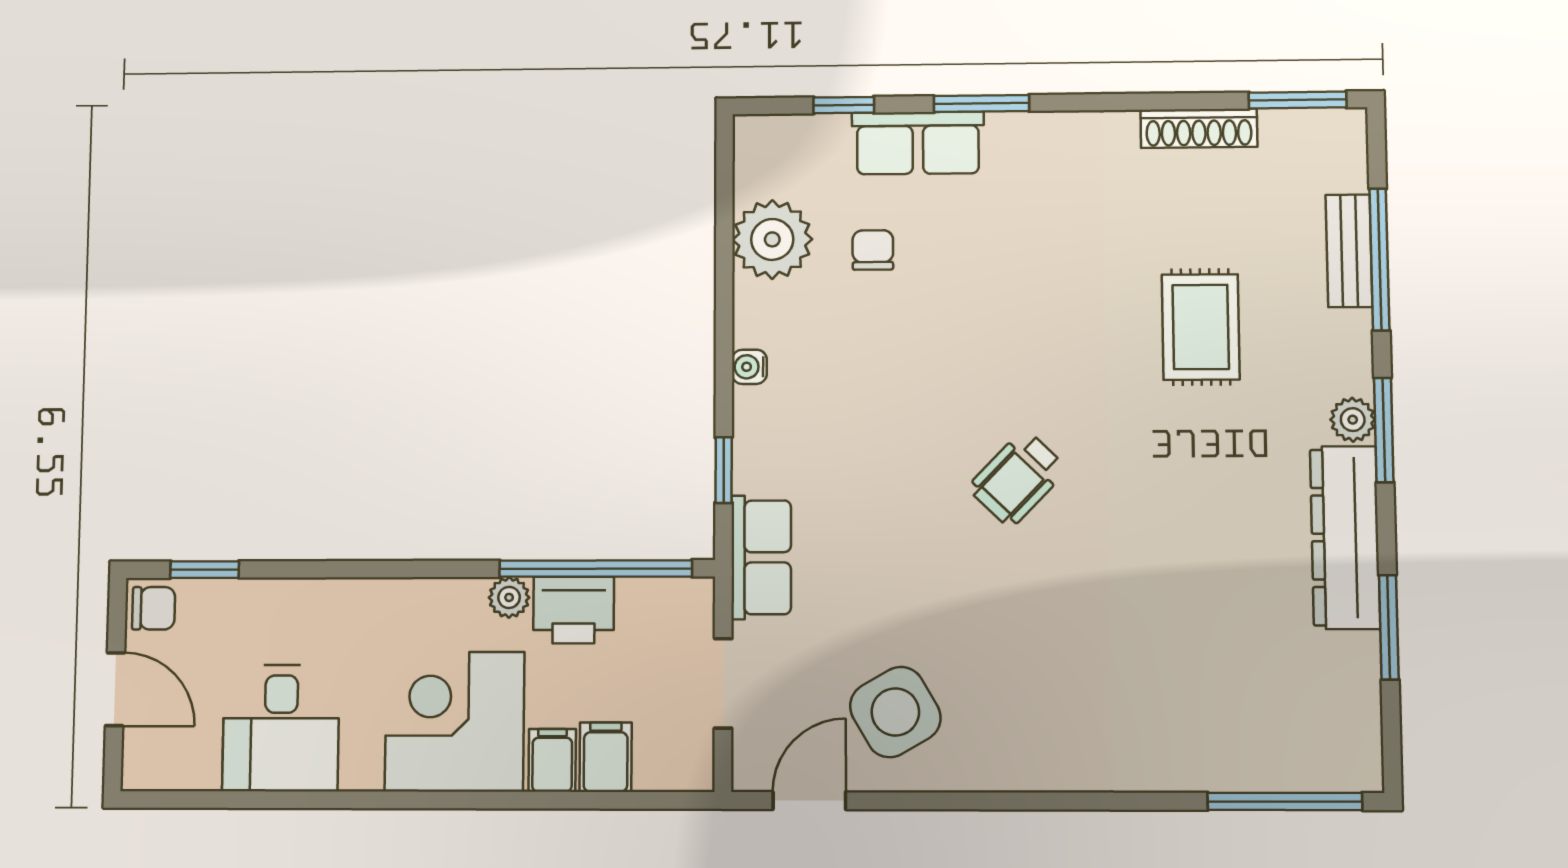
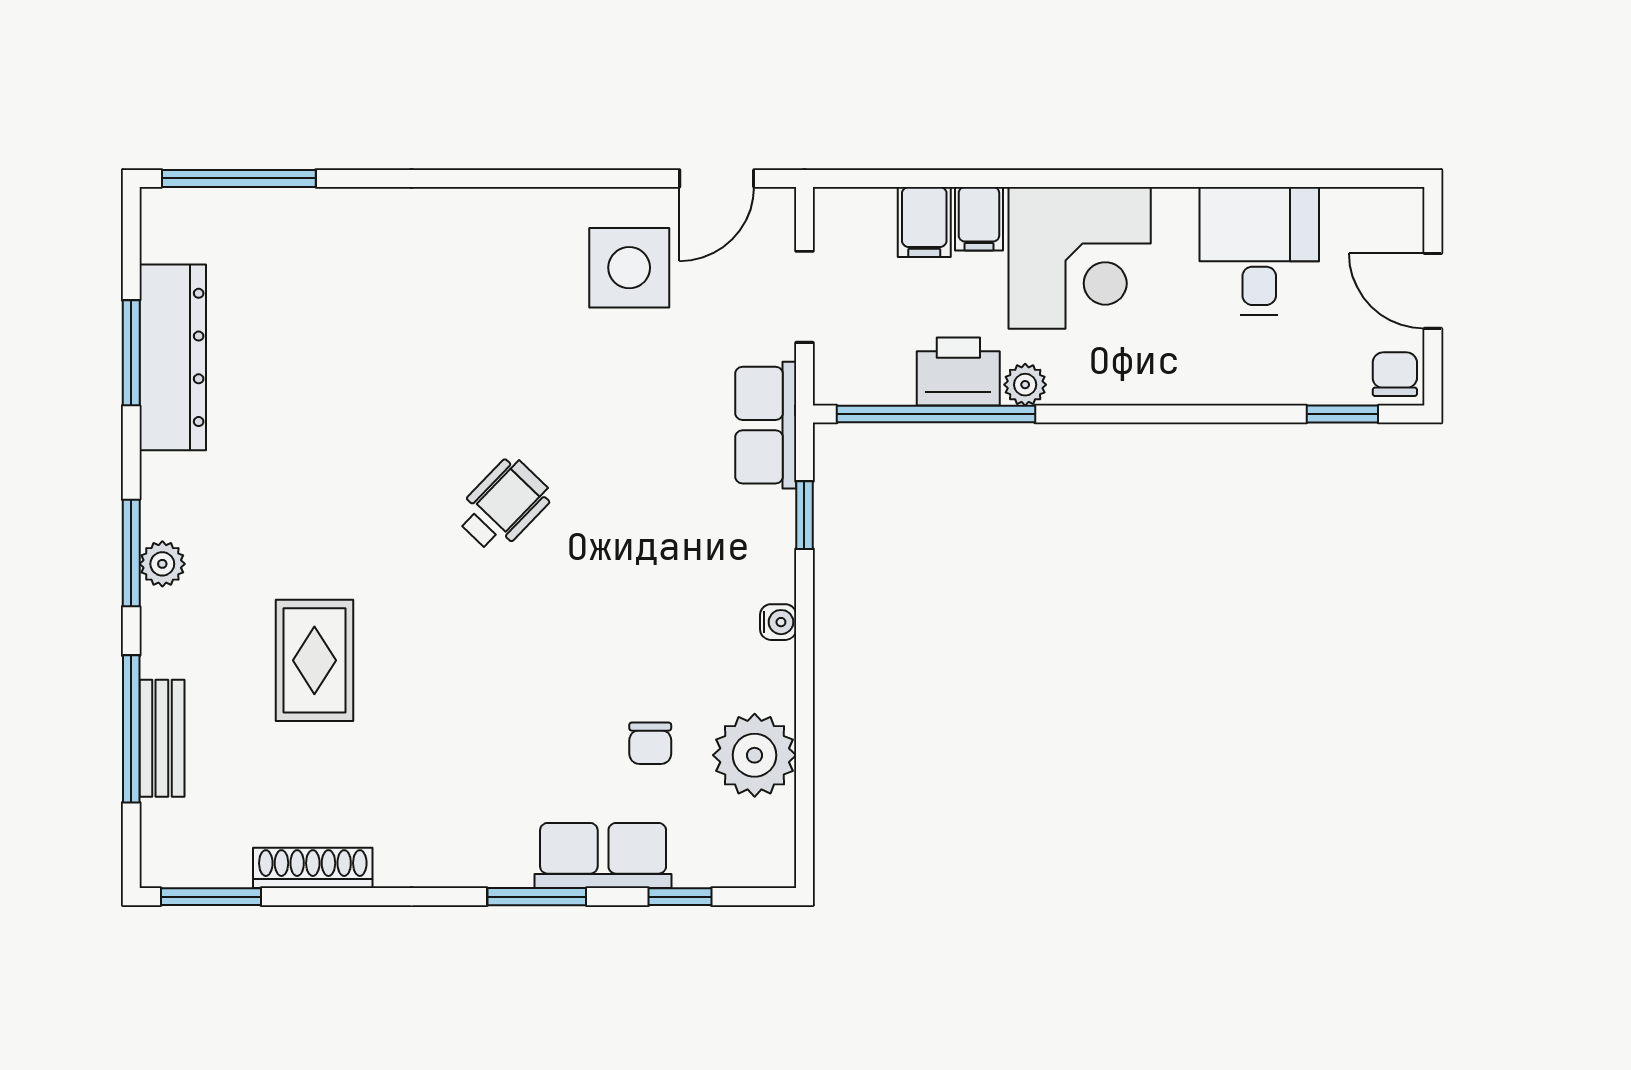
dresser: (1345, 537) -> (173, 357), moved
chair: (154, 608) -> (1395, 374), turned 90
side table: (895, 712) -> (629, 268), turned 30

